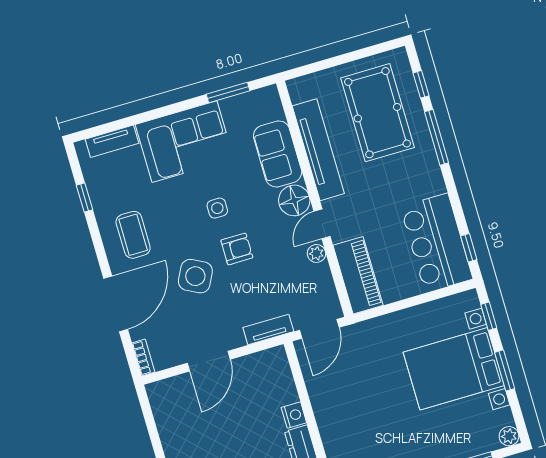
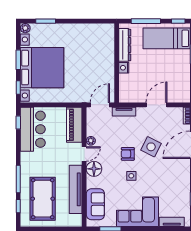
sofa: (278, 154) -> (95, 204), moved
coffee table: (133, 235) -> (175, 175), removed
bed with nightstands: (454, 369) -> (42, 68), width x1.36

